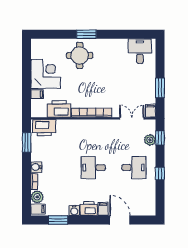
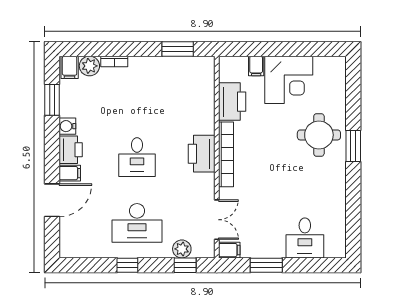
desk: (140, 51) -> (305, 238), moved, turned 90
printer: (44, 128) -> (202, 154), moved
water cooler: (36, 167) -> (138, 65), removed
desk: (93, 168) -> (137, 157), turned 180
desk: (134, 168) -> (137, 223), width x1.37

